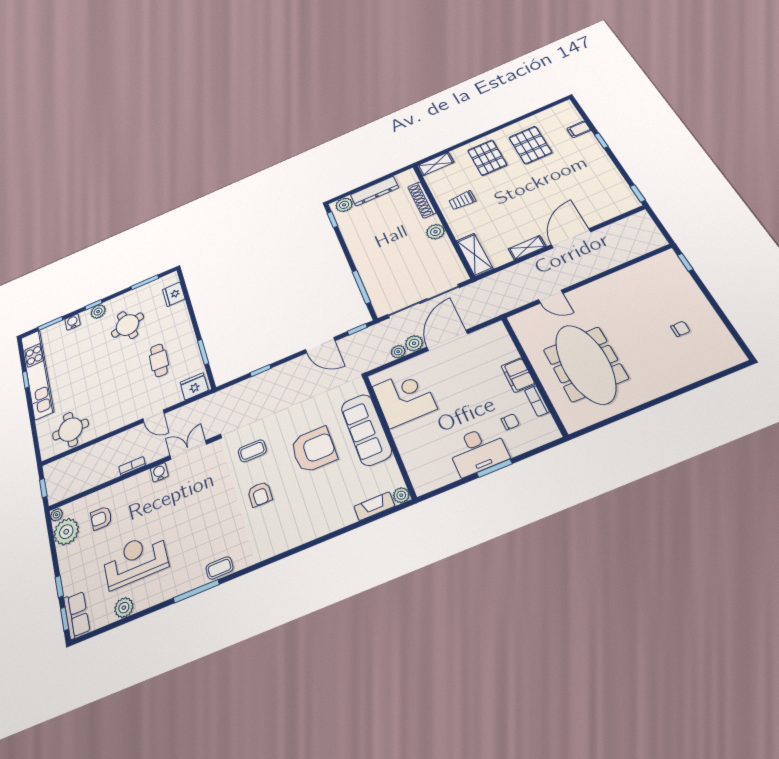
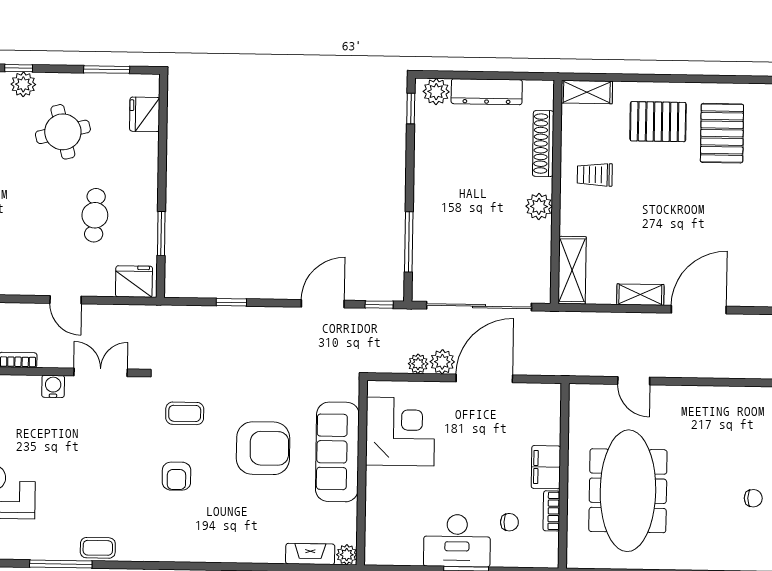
pallet: (487, 158) -> (658, 122), turned 90
door: (320, 345) -> (323, 304), swing flipped

